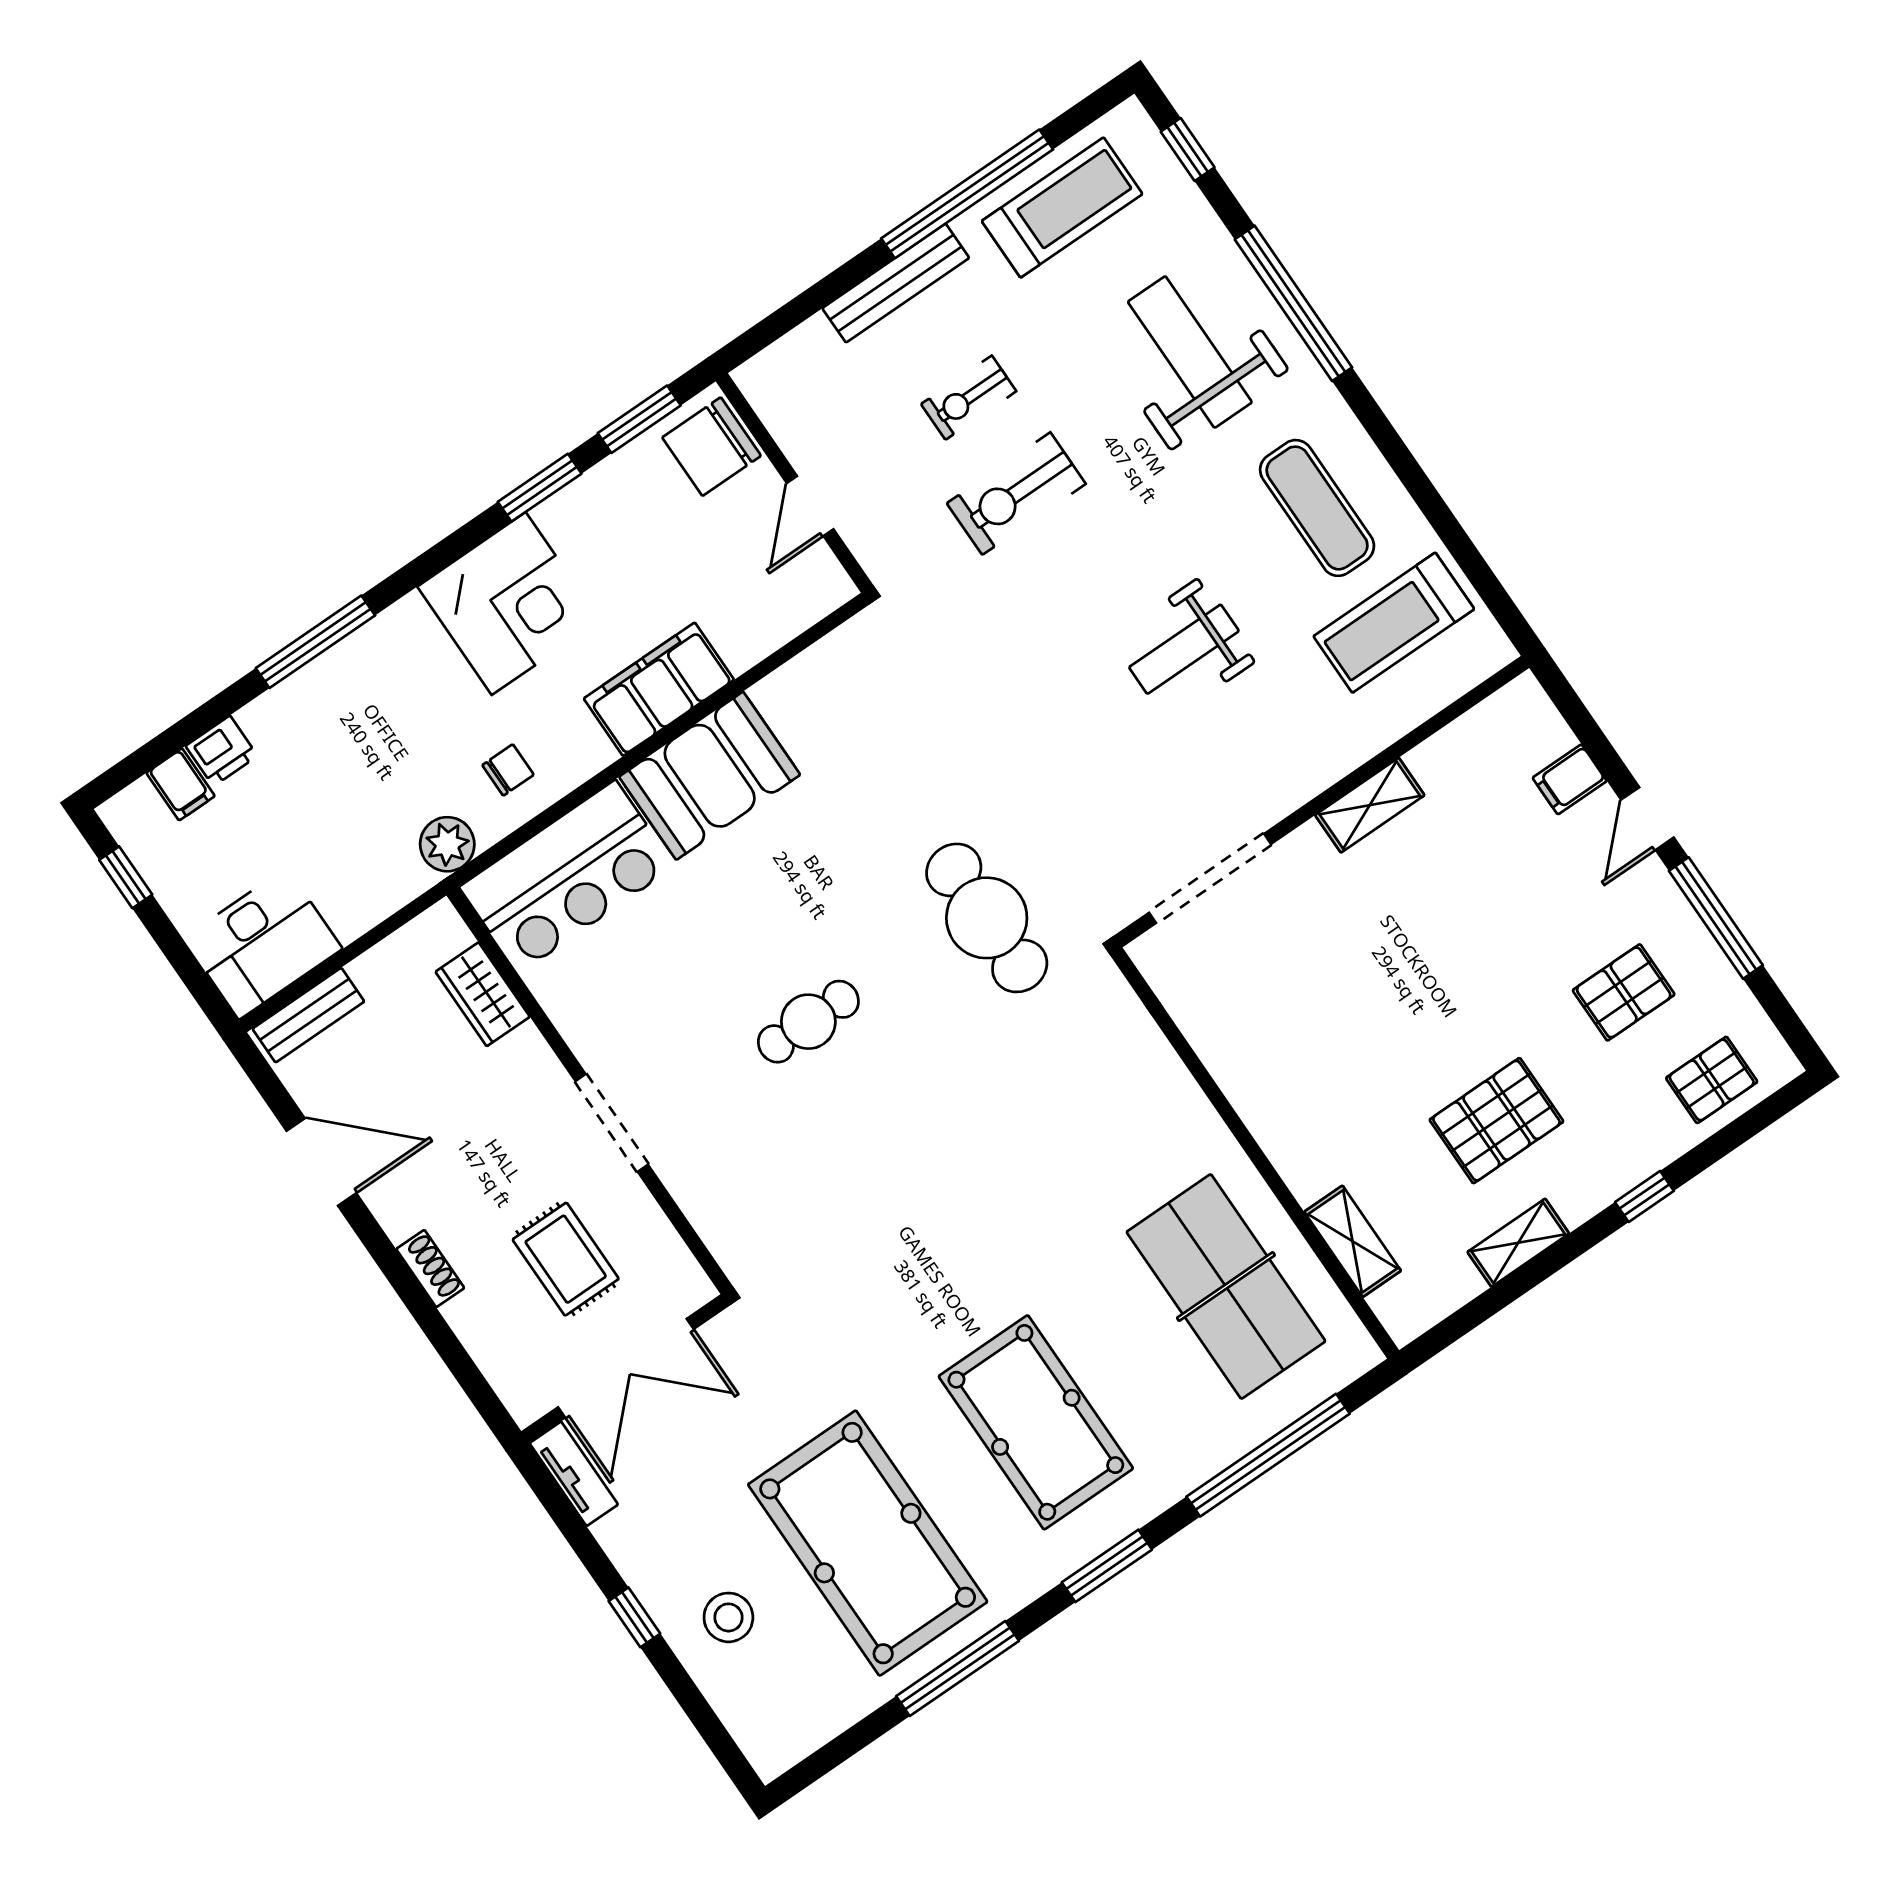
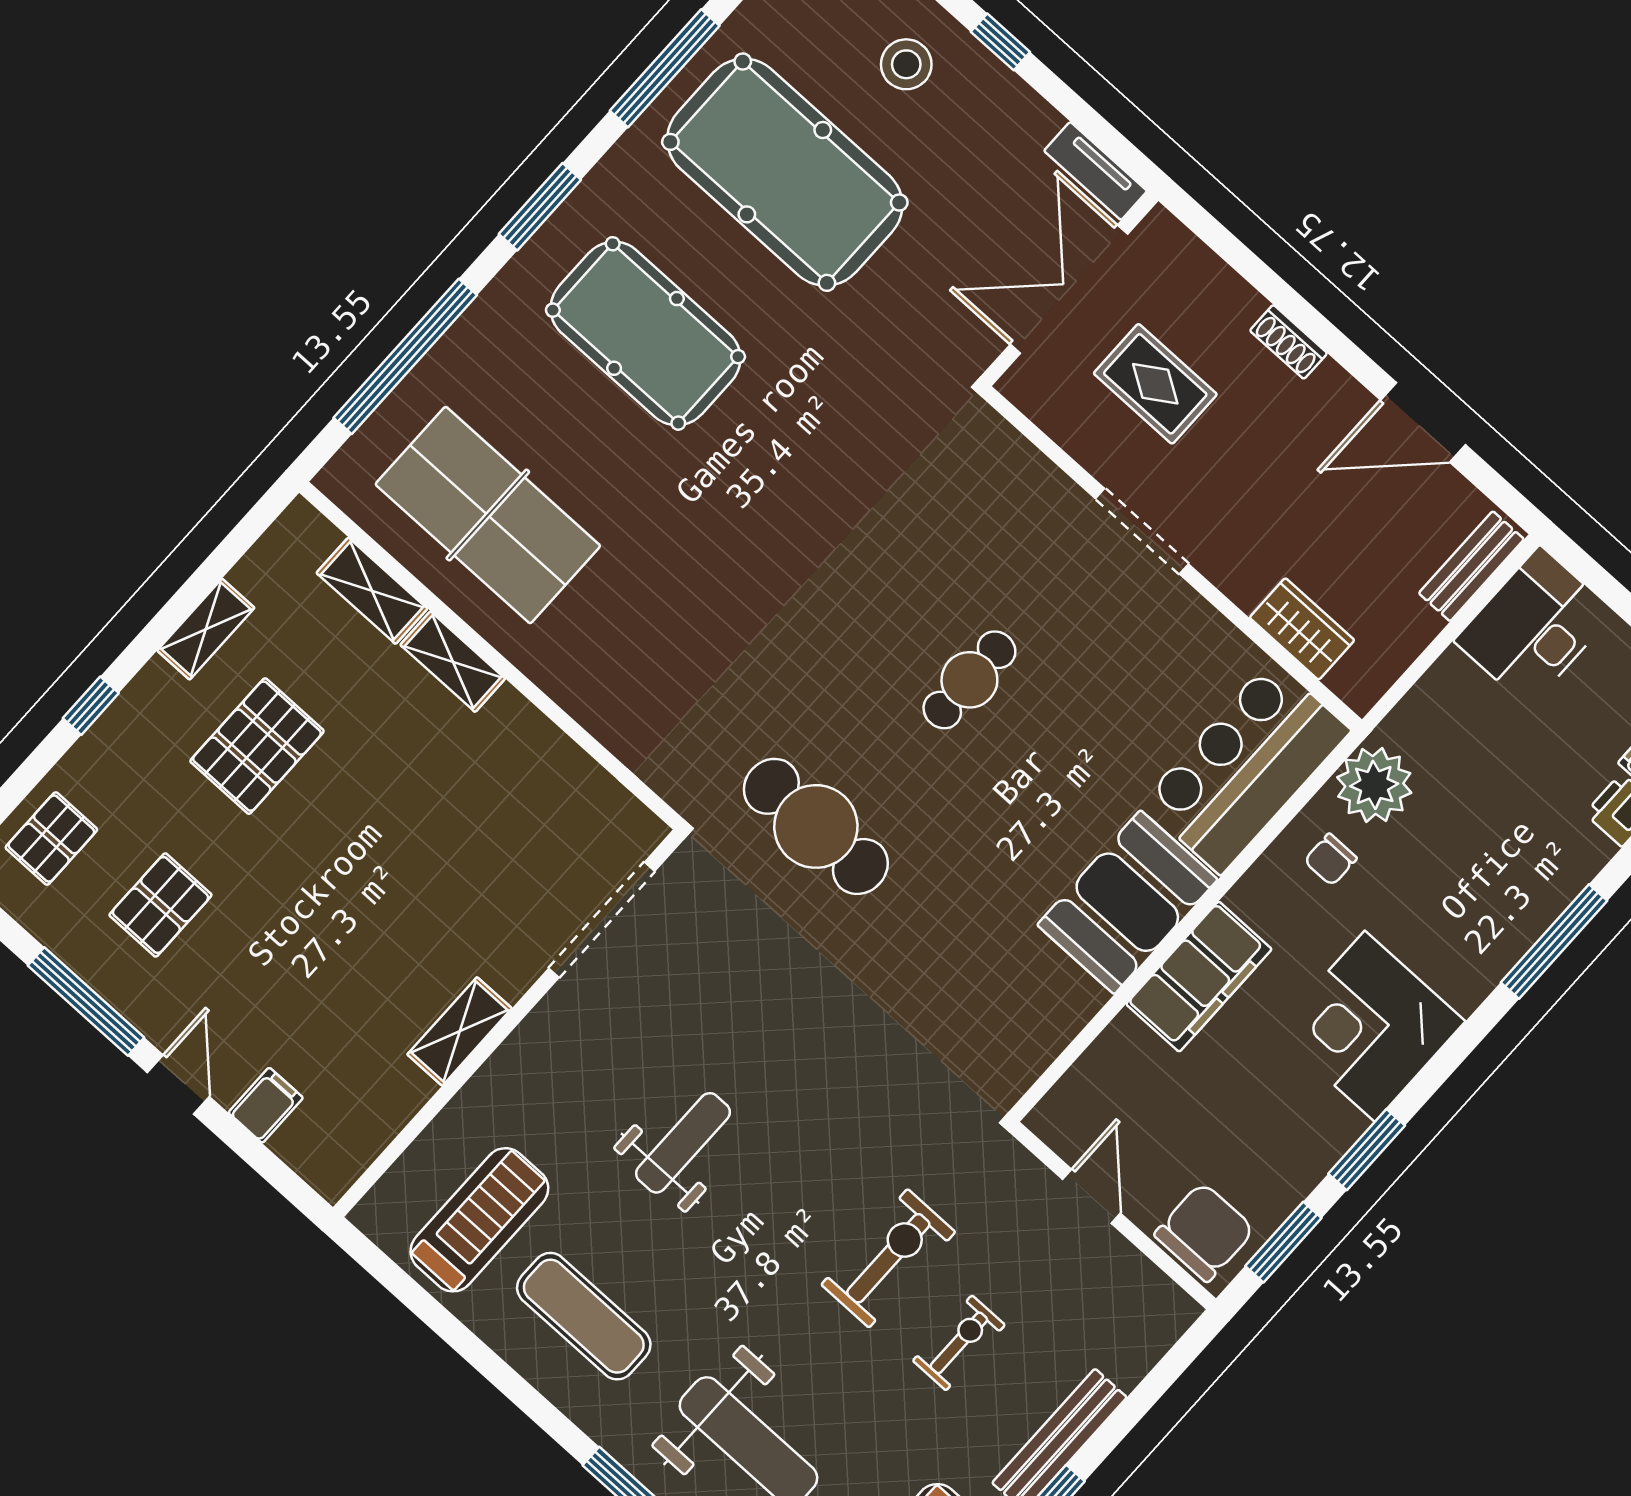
plant: (447, 844) -> (1374, 785), width x1.36, depth x1.36
shelving: (1292, 1156) -> (453, 662), added

